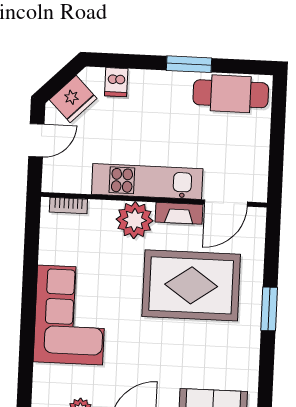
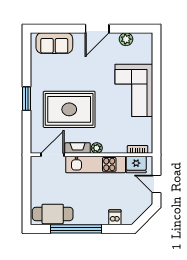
window: (189, 64) -> (76, 229), width x2.11
fridge: (73, 99) -> (136, 165), moved, turned -135
door: (36, 140) -> (157, 184), hinge flipped
plant: (135, 220) -> (97, 148), width x0.53, depth x0.53

